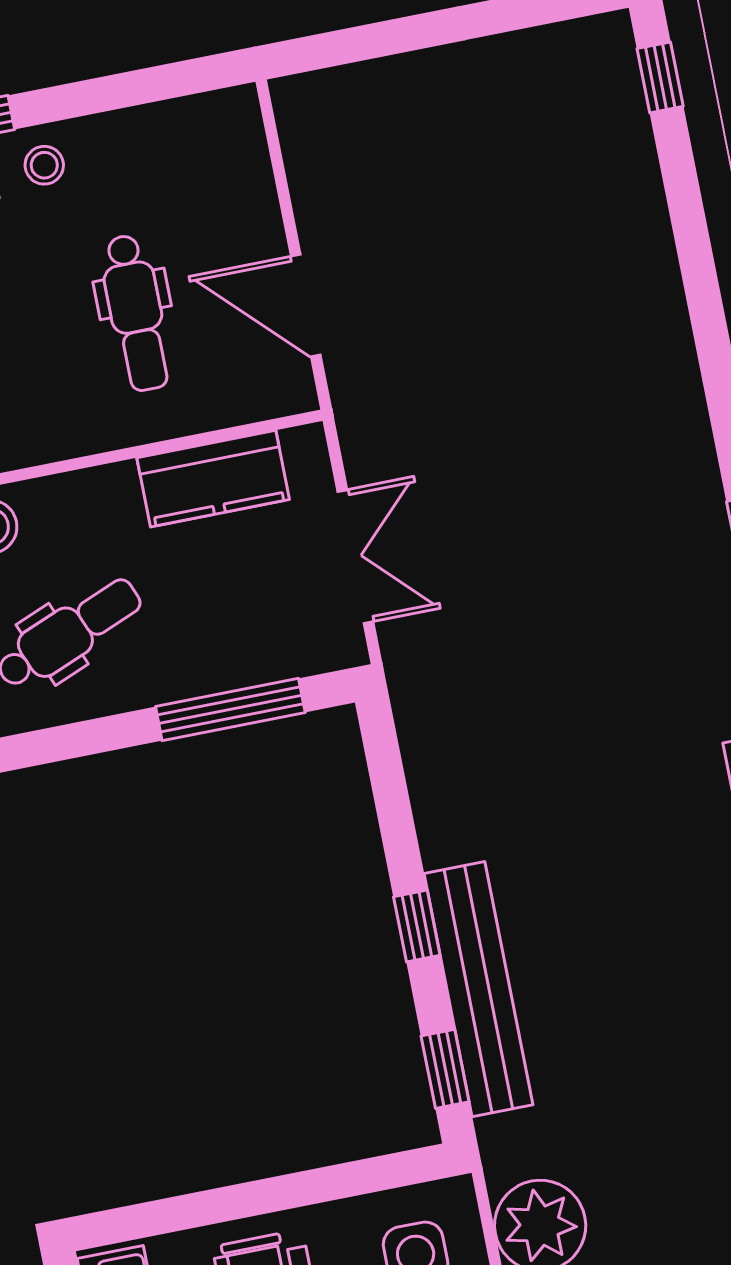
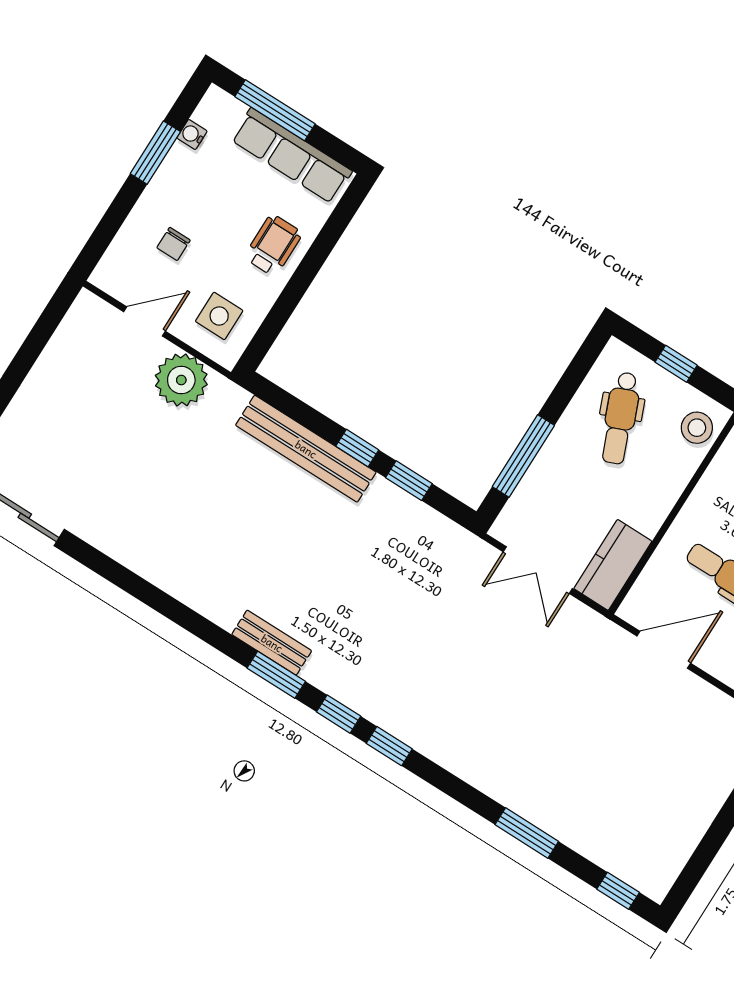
window: (696, 259) -> (527, 833), added
kitchen counter: (213, 479) -> (613, 565), moved
window: (445, 1069) -> (409, 481), moved

